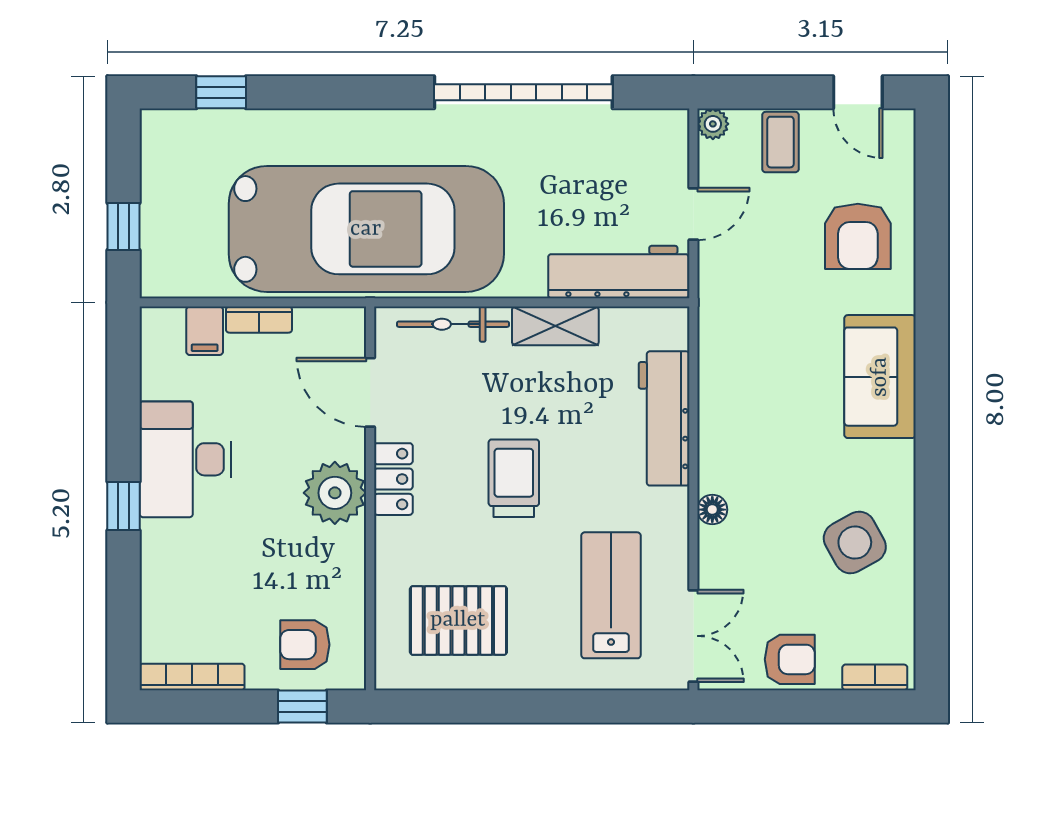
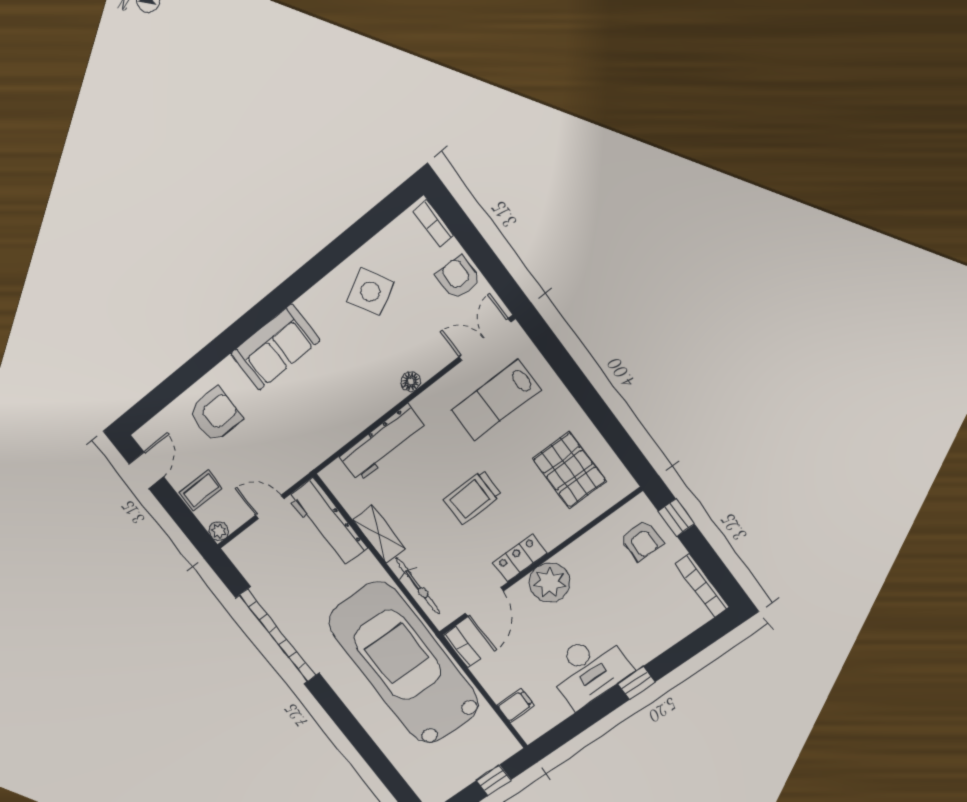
window: (221, 92) -> (392, 779), removed
bookcase: (259, 320) -> (461, 647), moved

